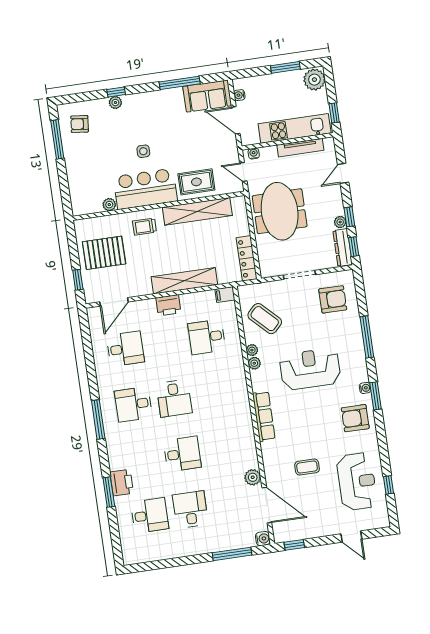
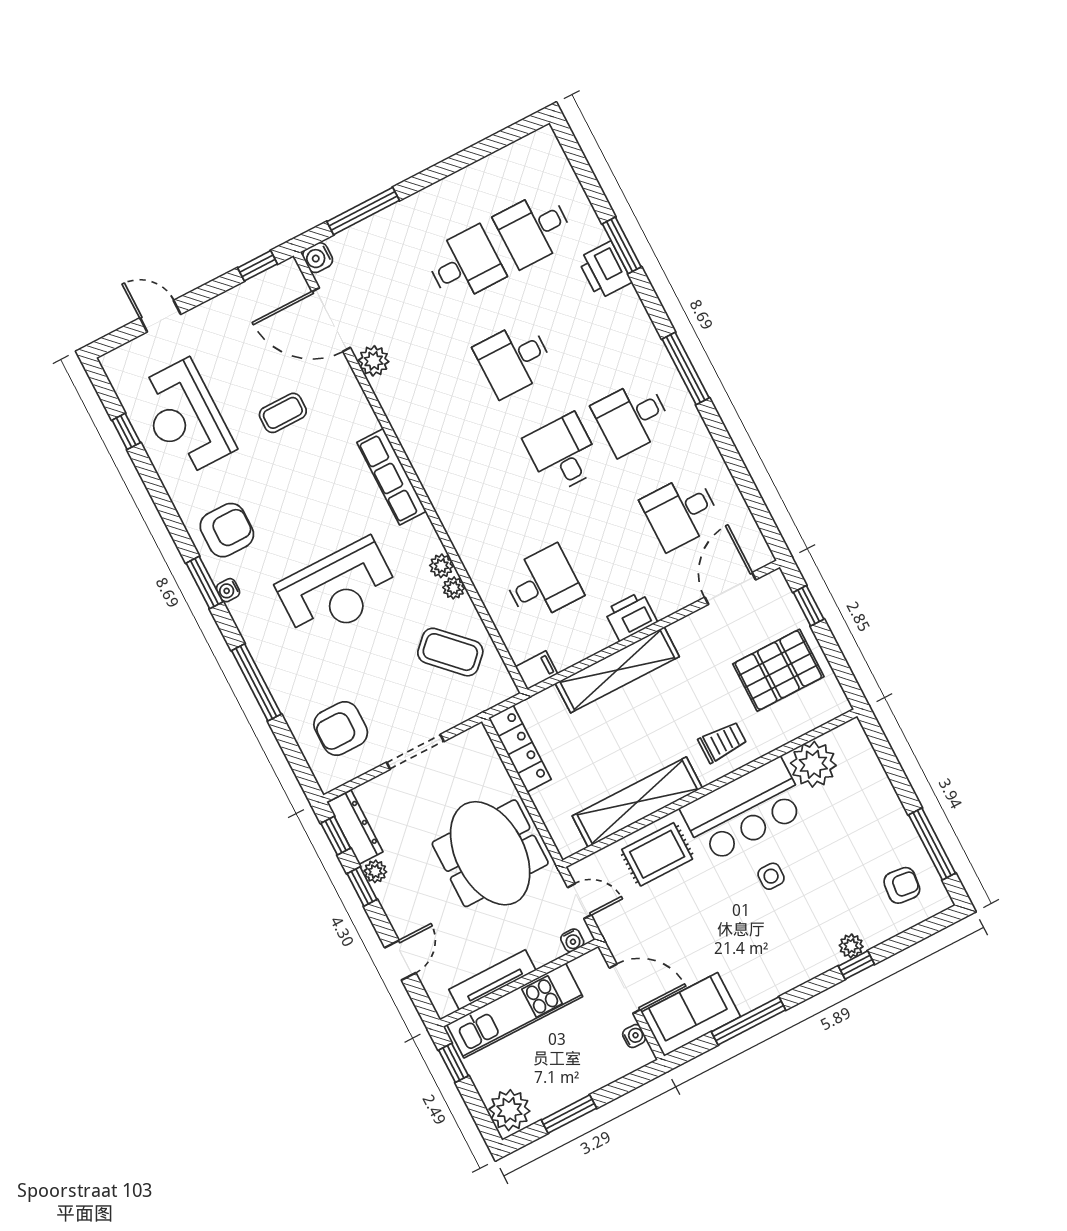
plant: (109, 205) -> (813, 764), width x1.87, depth x1.87
desk: (133, 404) -> (632, 418), turned 180
desk: (190, 509) -> (465, 265), turned -90

